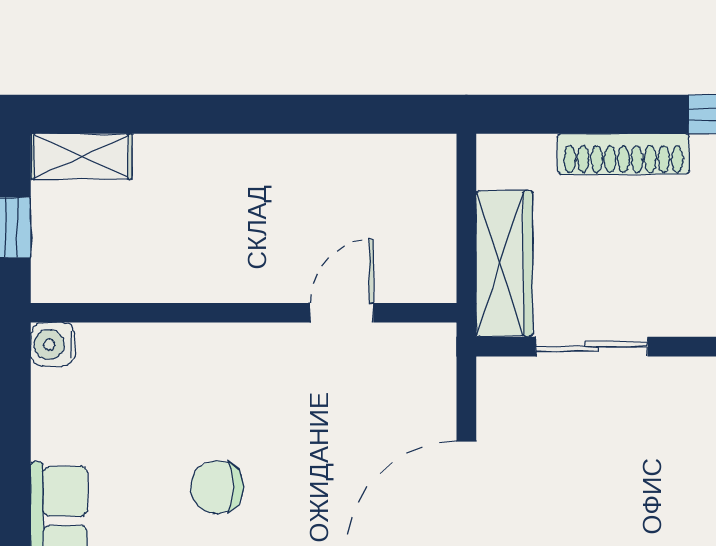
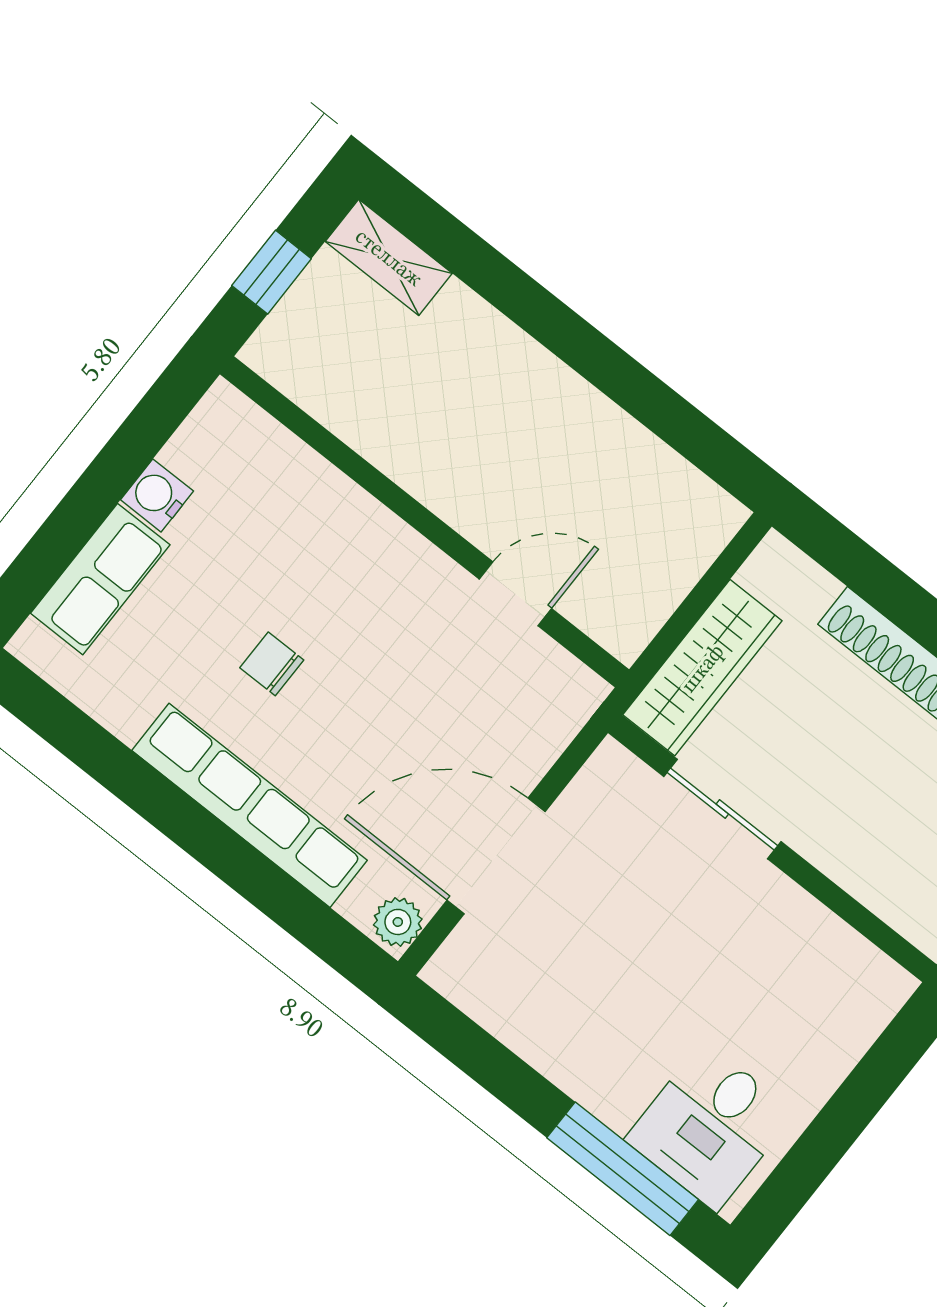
water cooler: (53, 344) -> (157, 495), moved
chair: (217, 487) -> (272, 664), width x0.73, depth x0.73

